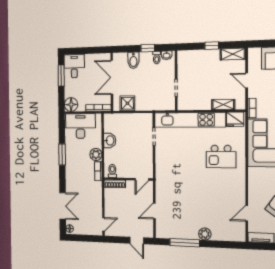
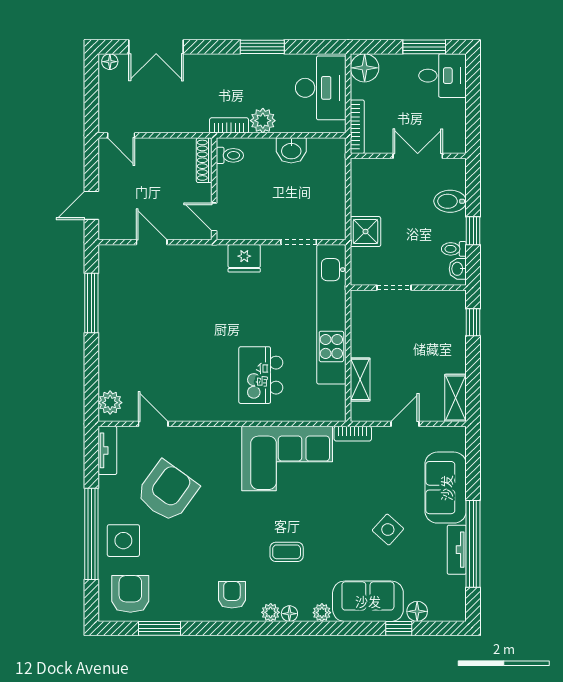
window: (212, 46) -> (473, 322), moved
double door: (112, 77) -> (418, 156), width x0.73
shower: (127, 103) -> (365, 232), moved
fridge: (235, 119) -> (244, 258), moved, turned -90
plant: (205, 234) -> (110, 403), moved

